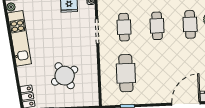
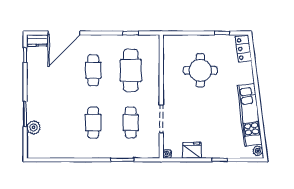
cafe table: (190, 24) -> (93, 70), moved
round table: (65, 76) -> (200, 70), turned 30

